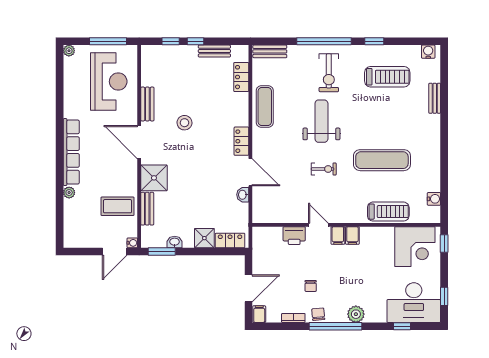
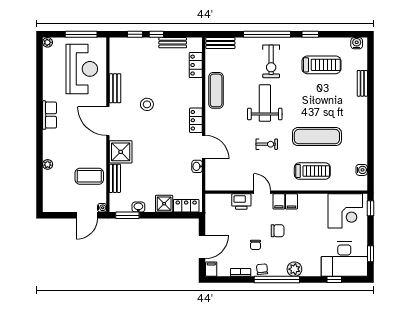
row of seats: (71, 152) -> (49, 115), width x0.50
treadmill: (388, 212) -> (312, 171), moved
chair: (336, 270) -> (278, 231), added

